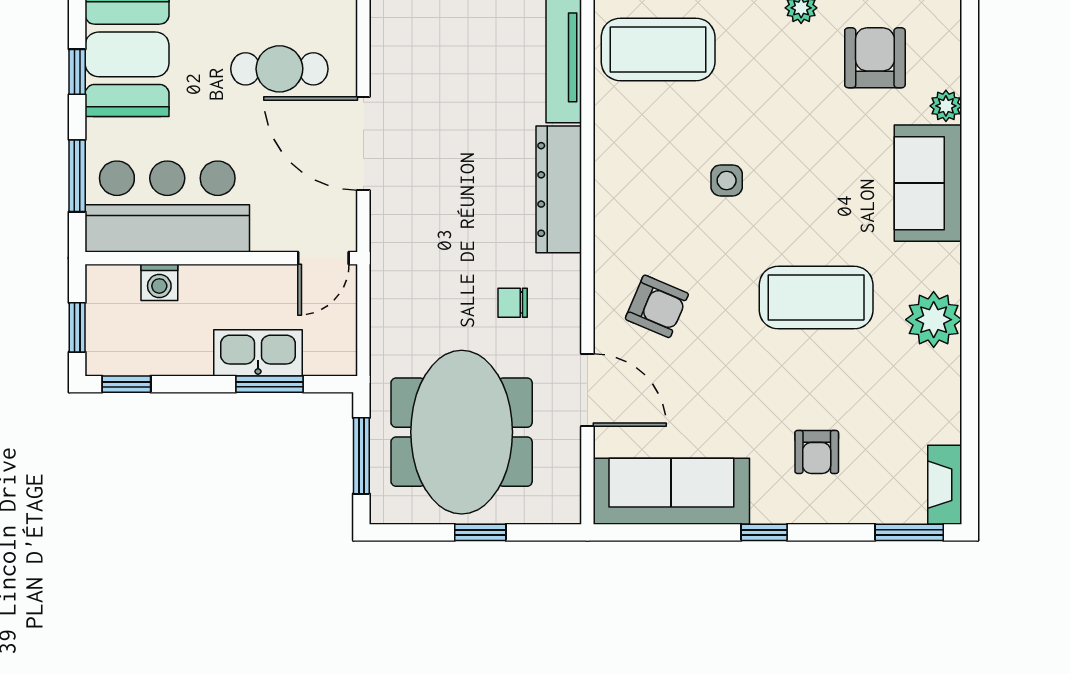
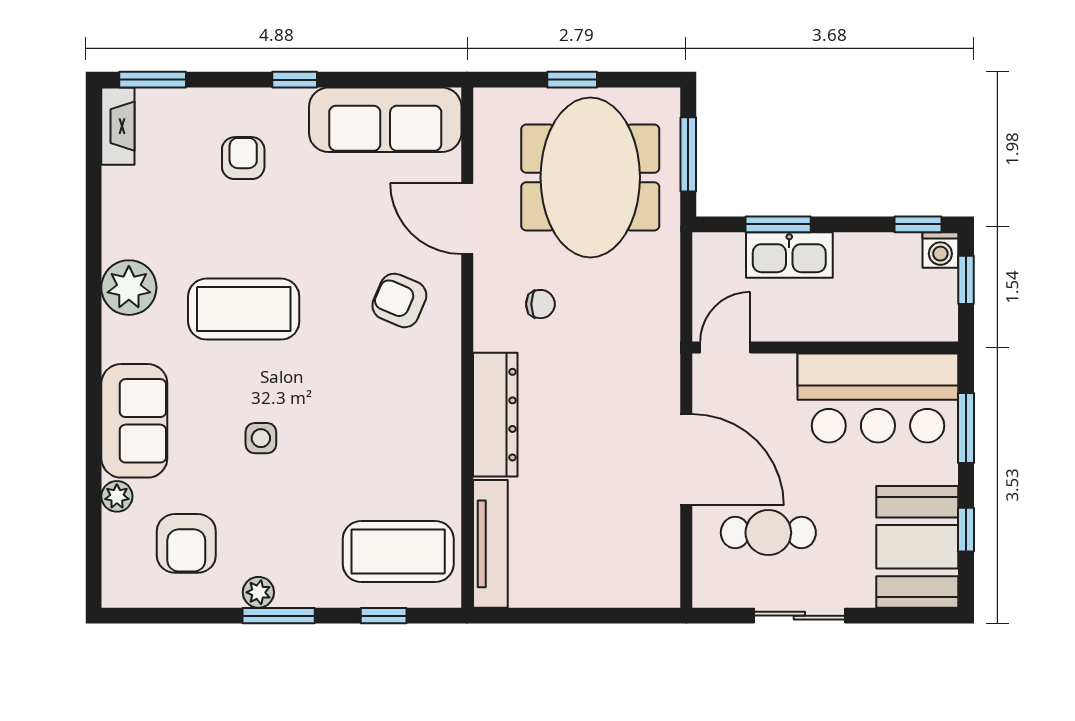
side table: (727, 180) -> (261, 438), moved
washing machine: (159, 282) -> (940, 250), moved, turned 180

